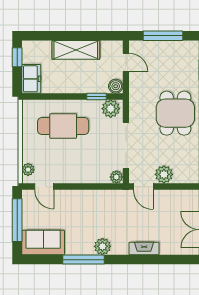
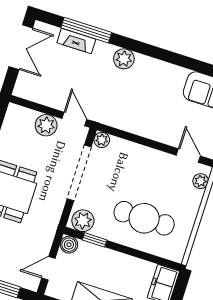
door: (126, 62) -> (48, 268), hinge flipped
plant: (102, 246) -> (124, 59), moved
fireplace: (144, 249) -> (76, 41), moved
window: (84, 260) -> (86, 30), moved

